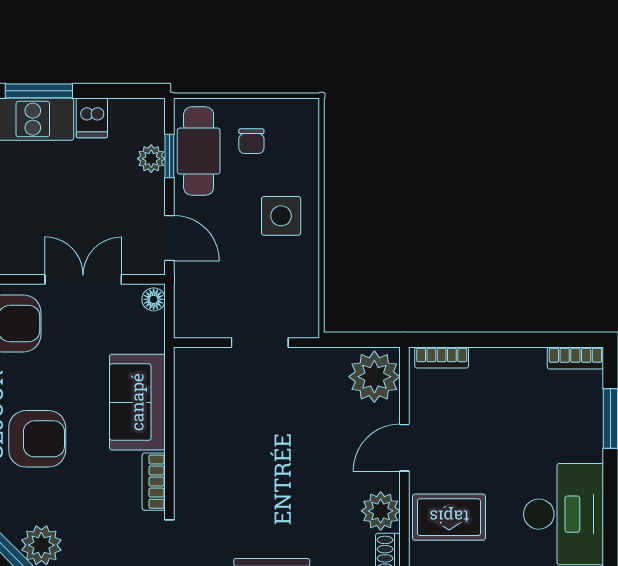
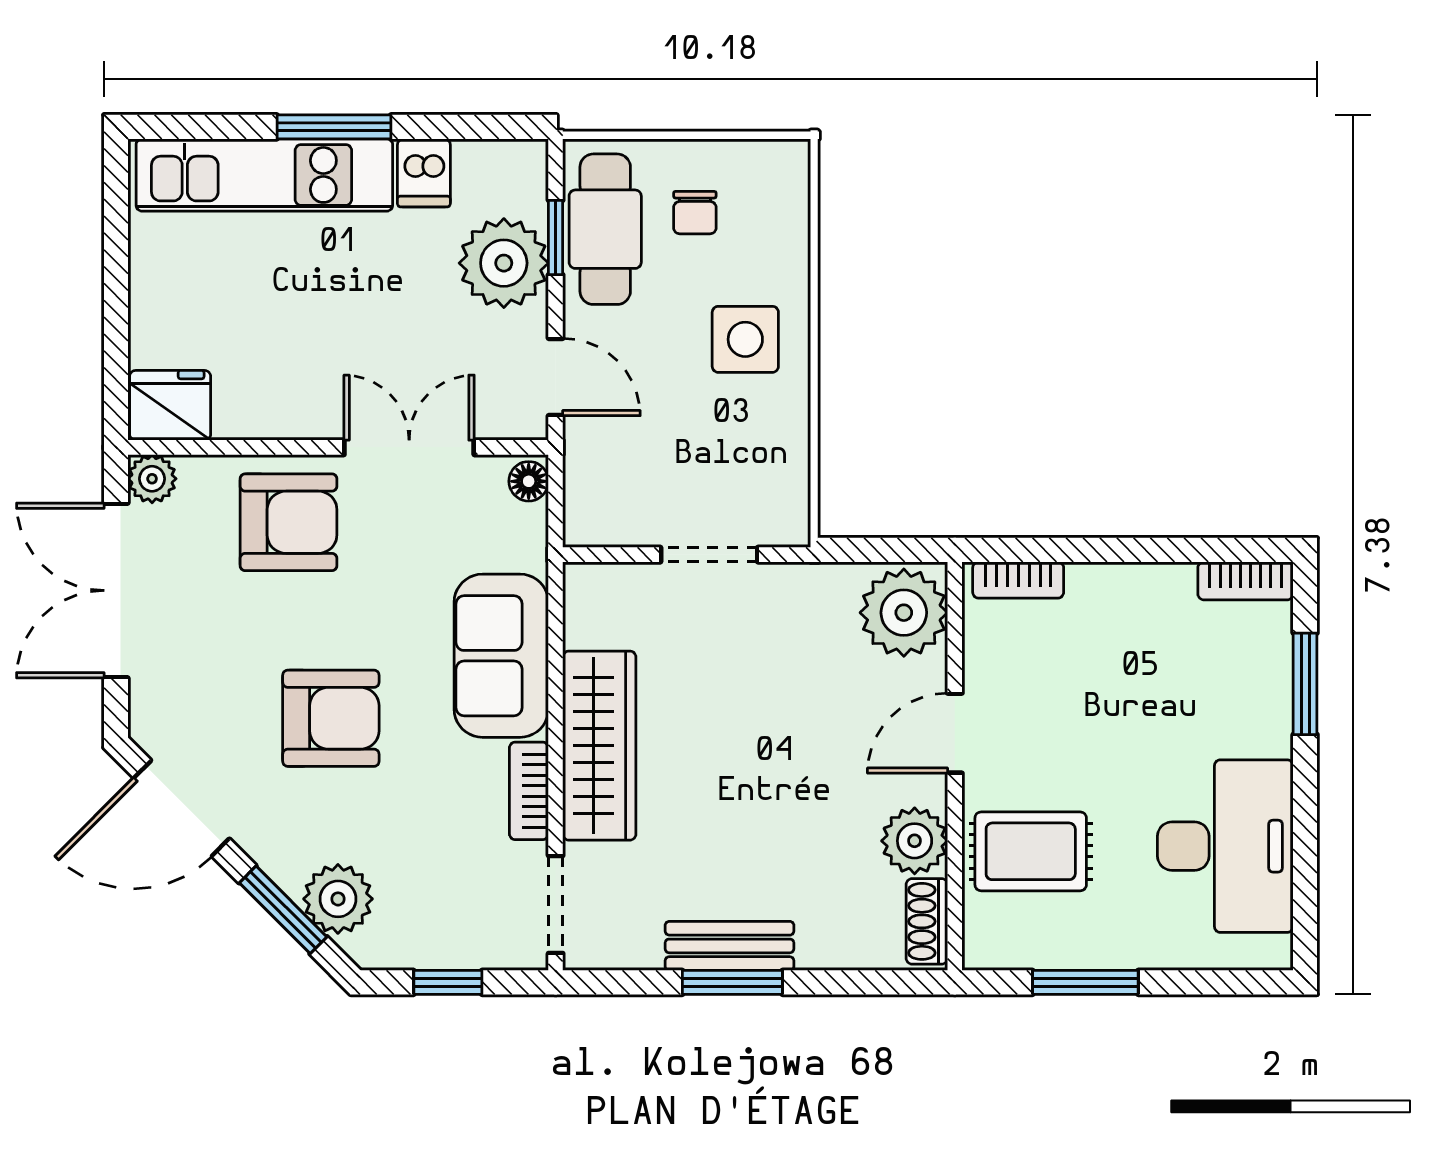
plant: (151, 159) -> (504, 263), width x1.87, depth x1.87
wardrobe: (195, 455) -> (599, 746), added

